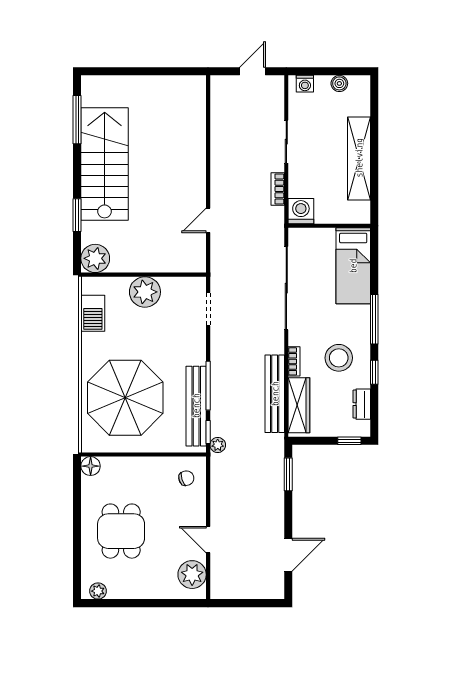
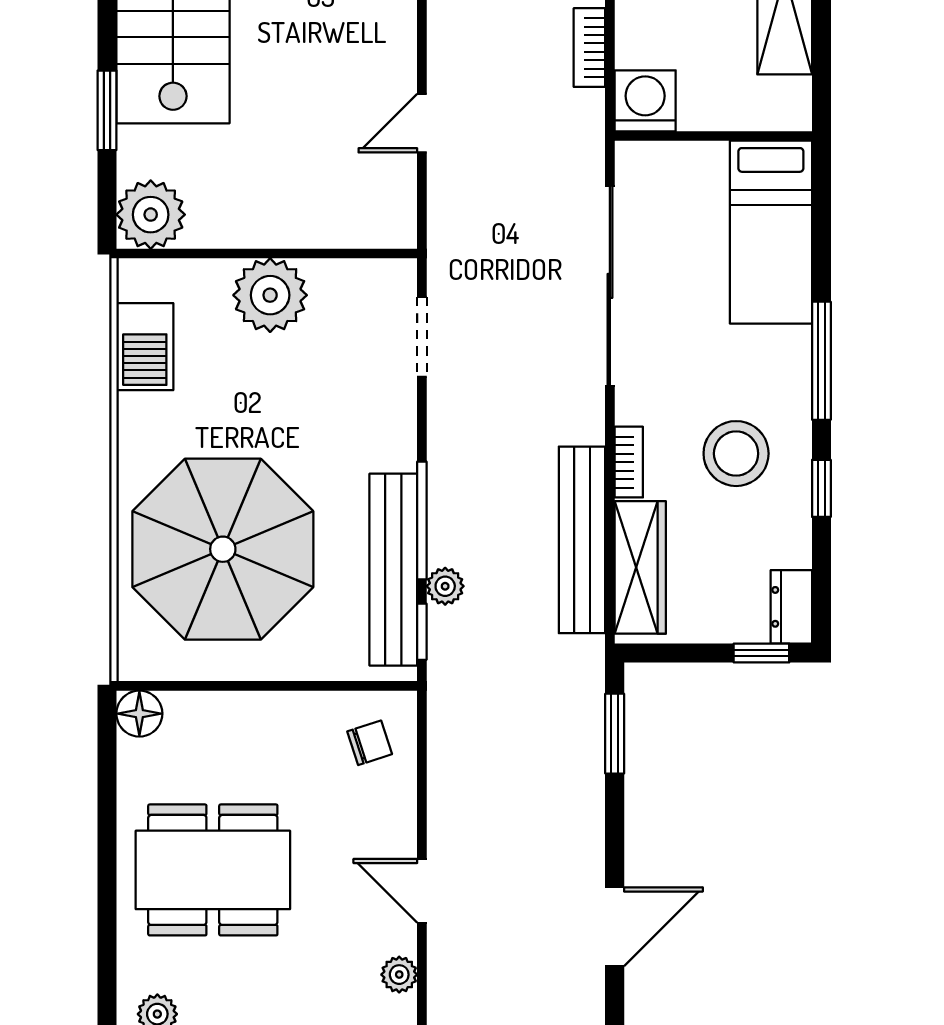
dresser: (362, 404) -> (791, 607), moved
plant: (218, 445) -> (445, 586), moved
dining table: (121, 531) -> (213, 870), width x1.38
plant: (192, 575) -> (399, 975), width x0.53, depth x0.53

